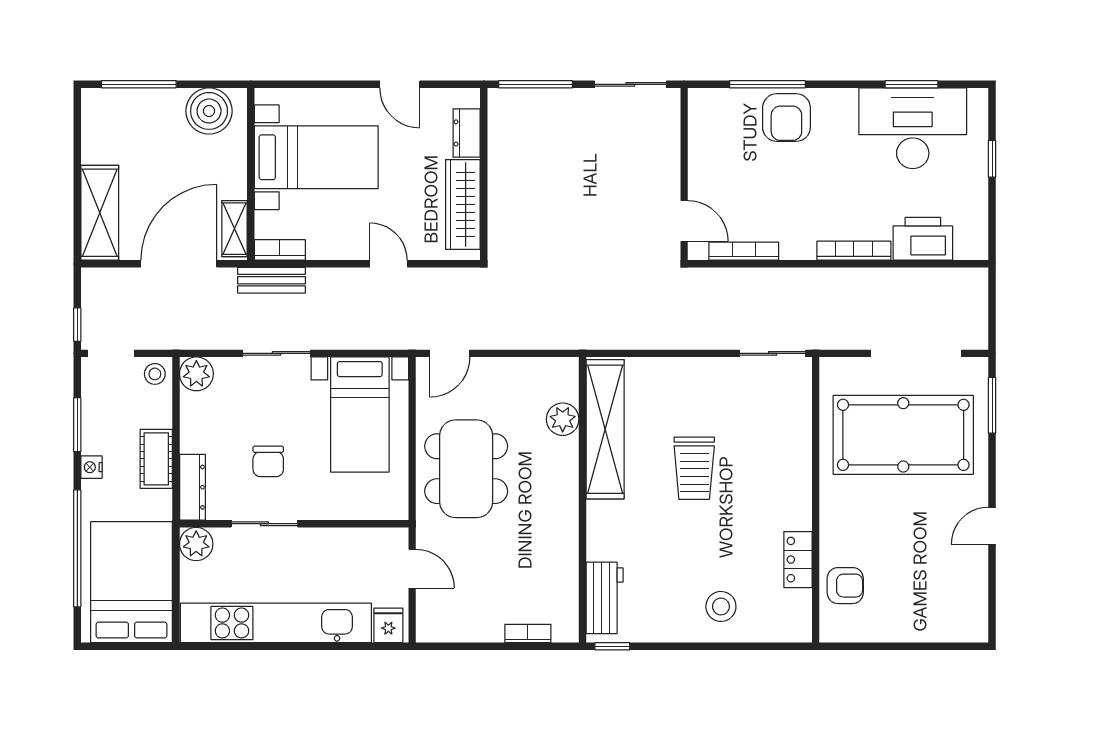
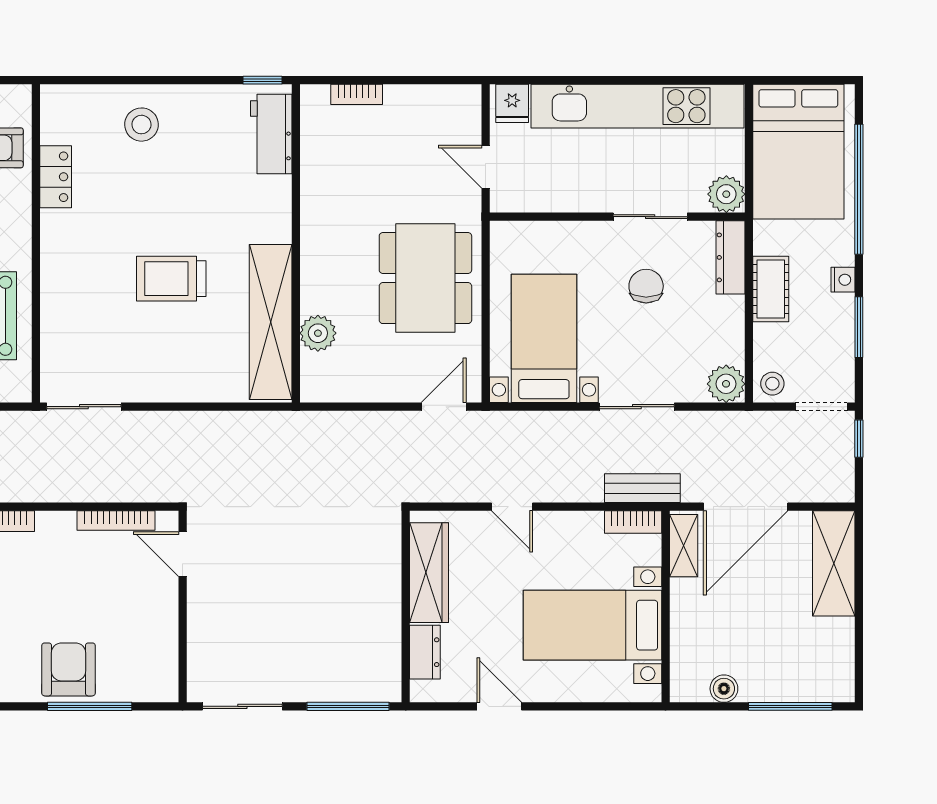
boiler: (209, 111) -> (724, 689), width x0.54, depth x0.54
trolley: (694, 468) -> (171, 279), turned -90

